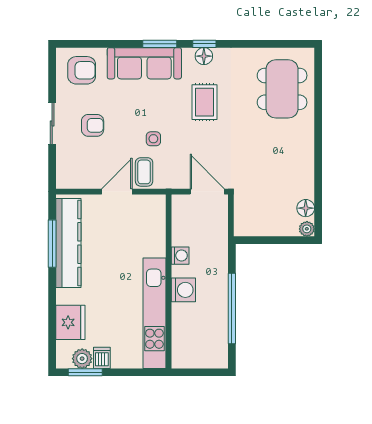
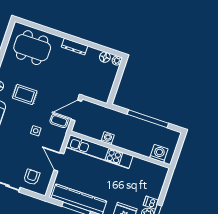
armchair: (93, 125) -> (32, 177), moved
dresser: (306, 155) -> (75, 46), added
coffee table: (144, 172) -> (59, 121), moved
washing machine: (183, 290) -> (159, 153), moved
kitchen unit: (154, 313) -> (99, 152), moved

